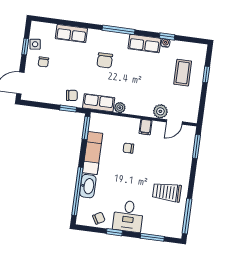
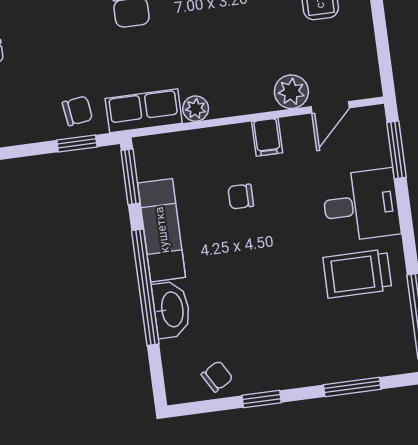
window: (77, 191) -> (145, 287), moved
desk: (128, 216) -> (361, 205), moved, turned -90

